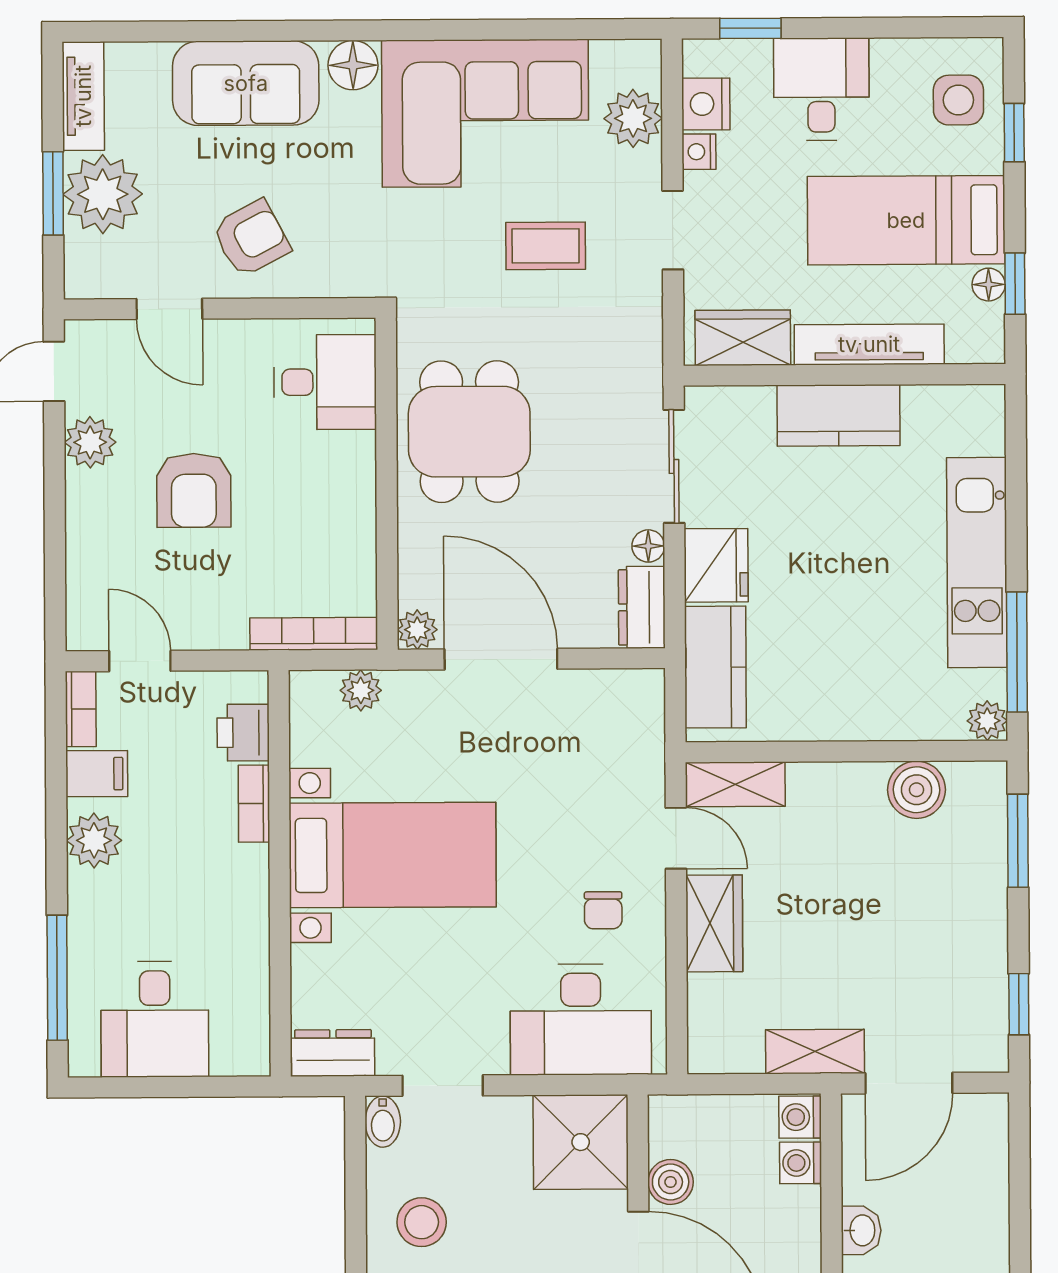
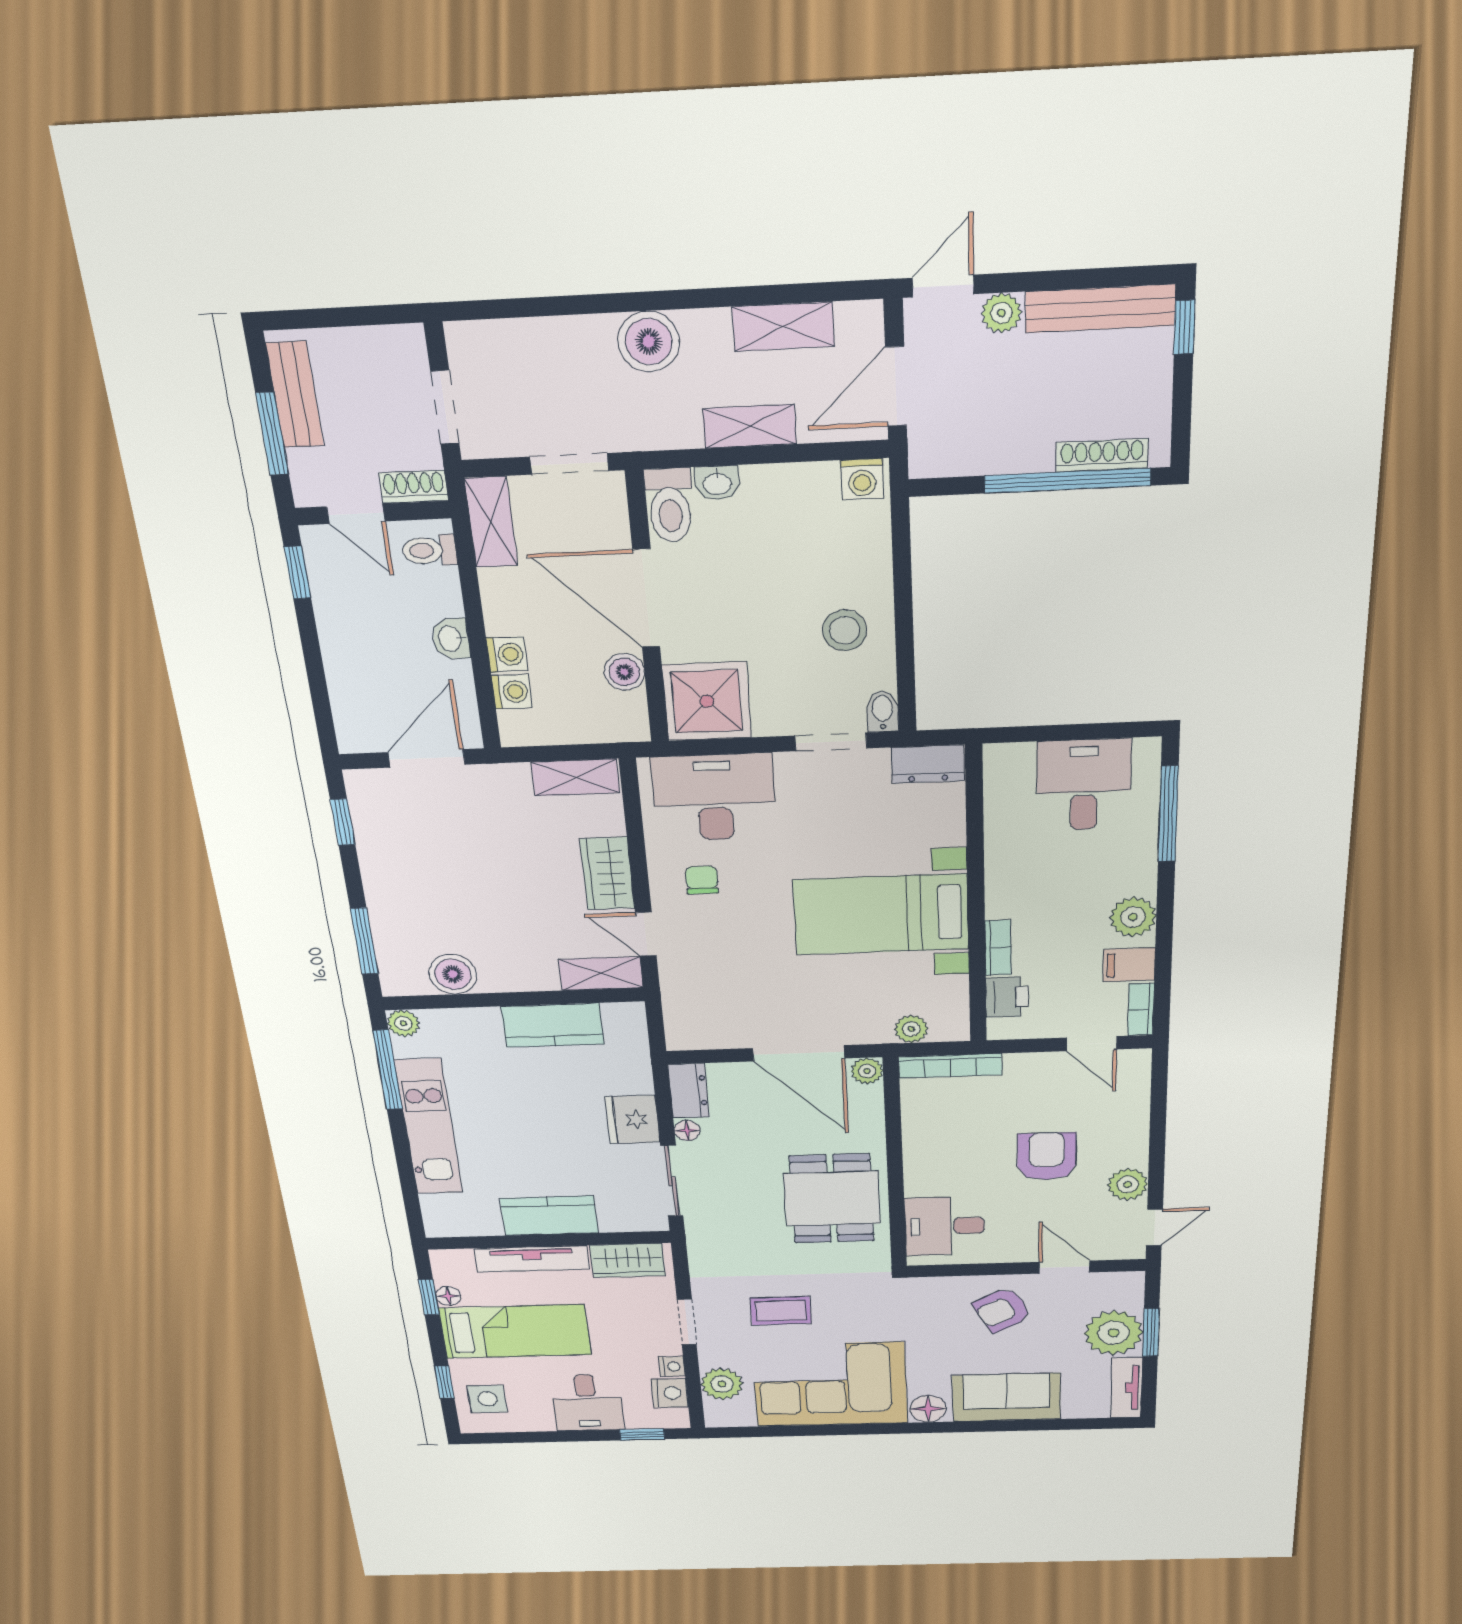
kitchen counter: (715, 667) -> (553, 1025), moved, turned -90
shelving: (815, 1052) -> (575, 777), moved
washing machine: (800, 1117) -> (507, 654), moved

